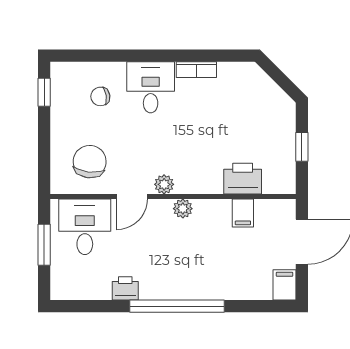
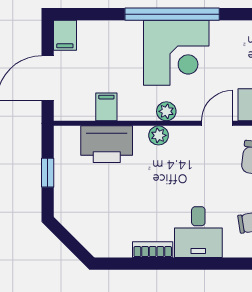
printer: (243, 179) -> (107, 144), width x1.37, depth x1.19
plant: (164, 184) -> (159, 135), moved
corner desk: (173, 267) -> (176, 53), added
printer: (125, 288) -> (224, 32), removed

